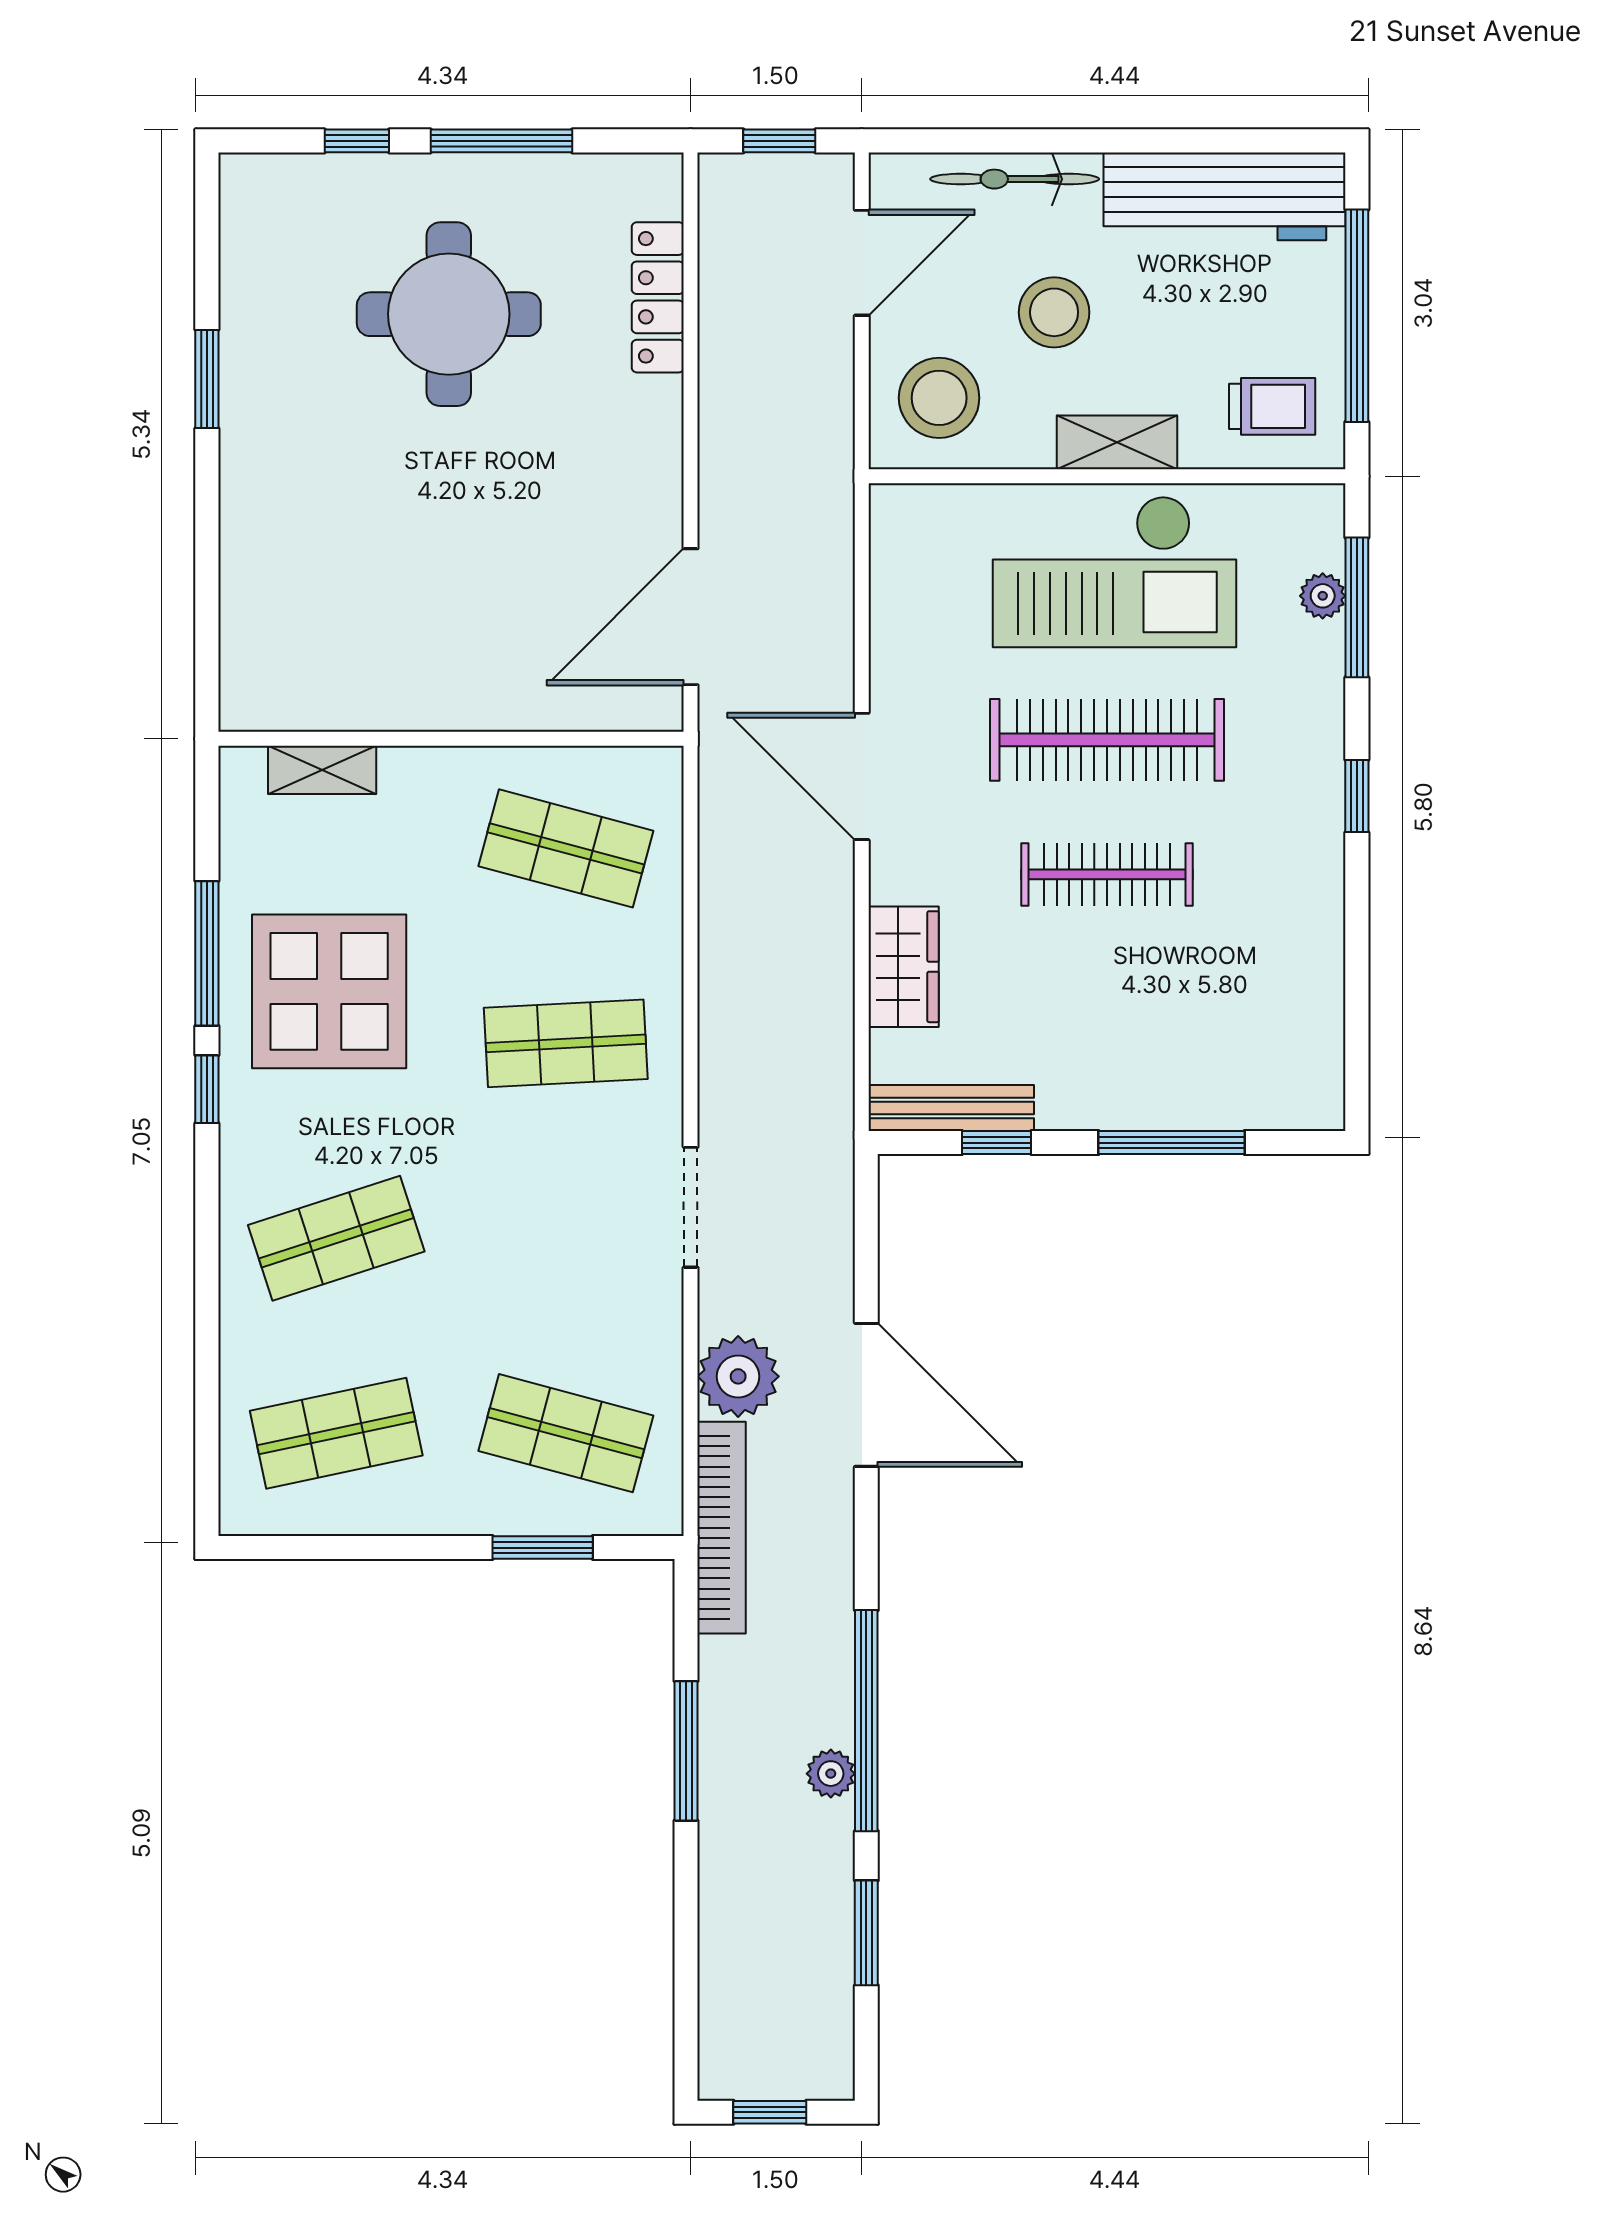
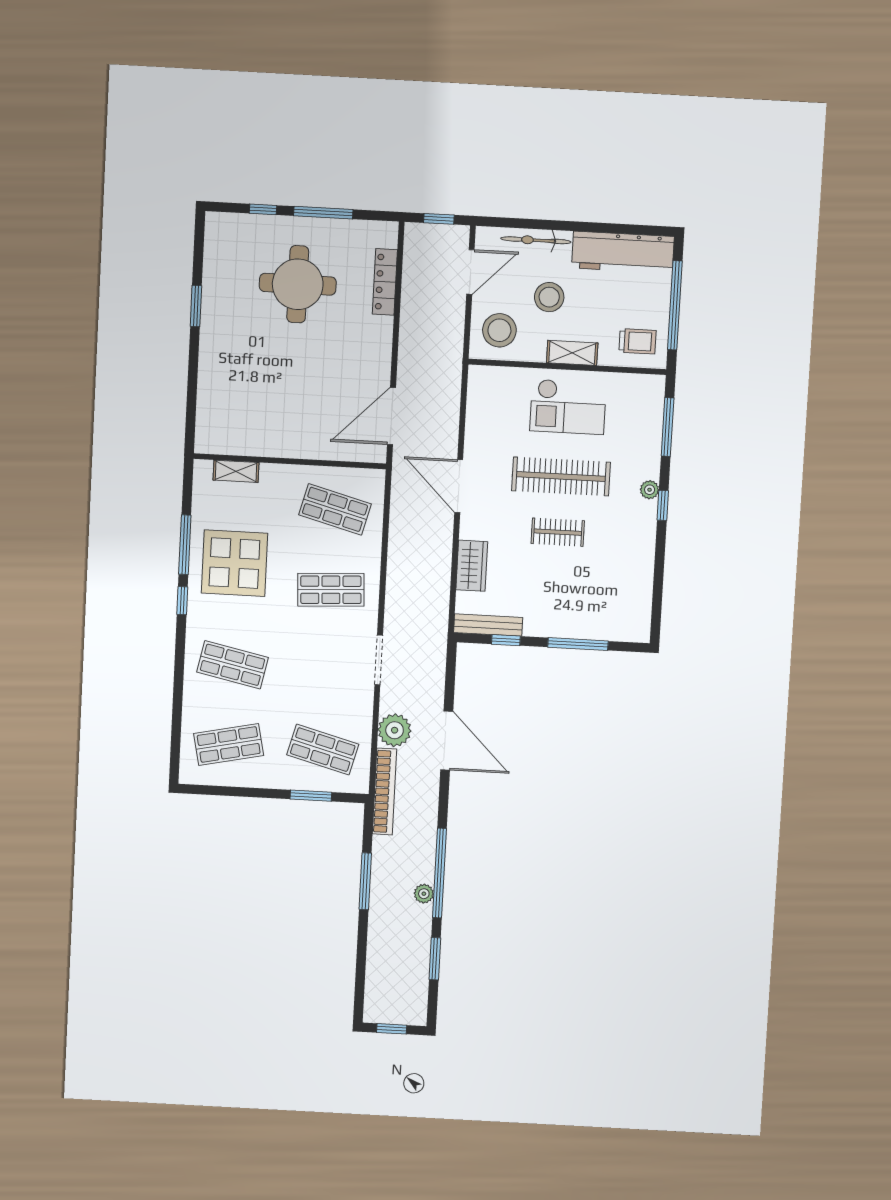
checkout: (1114, 572) -> (568, 407), width x0.73, depth x0.83
plant: (1323, 596) -> (650, 490), moved
clothes rail: (1107, 874) -> (558, 532), width x0.73
shop shelf: (336, 1238) -> (232, 665), turned 30

